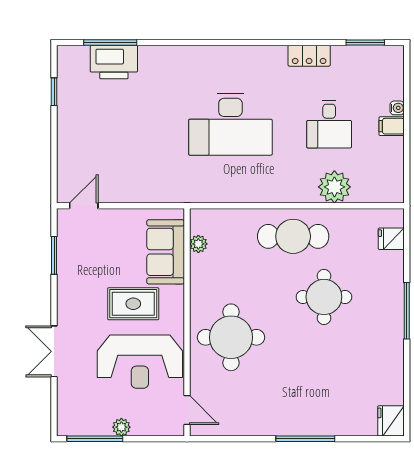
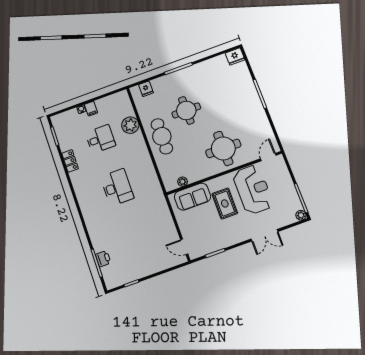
printer: (114, 62) -> (103, 259), width x0.53, depth x0.68
desk: (230, 124) -> (117, 187), width x0.73, depth x0.77
plant: (121, 427) -> (301, 215), moved

